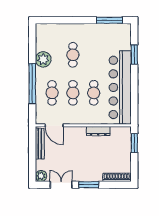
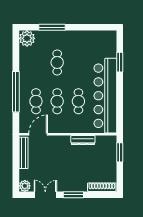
window: (109, 20) -> (52, 27), moved
plant: (43, 59) -> (27, 38), moved
door: (54, 125) -> (38, 134), swing flipped

